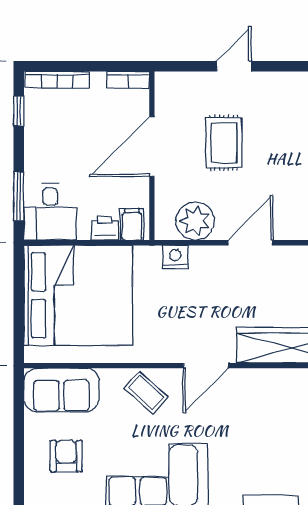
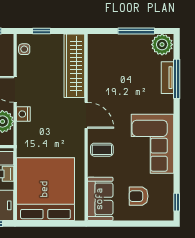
nightstand: (175, 257) -> (23, 114), moved
coffee table: (146, 393) -> (102, 150), turned 48

